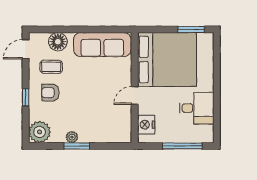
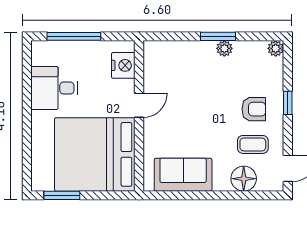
sofa: (102, 45) -> (183, 175), width x0.73
plant: (40, 132) -> (276, 48), width x0.53, depth x0.53

